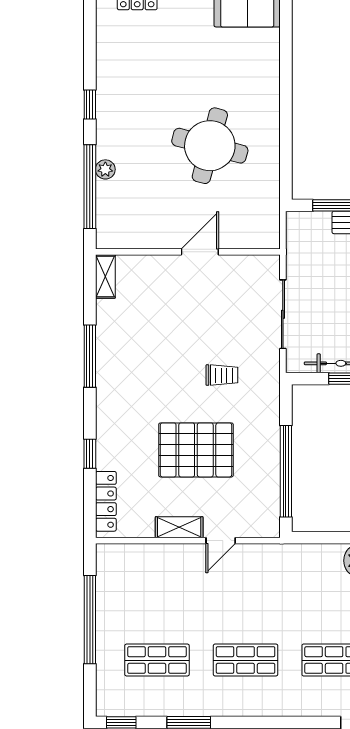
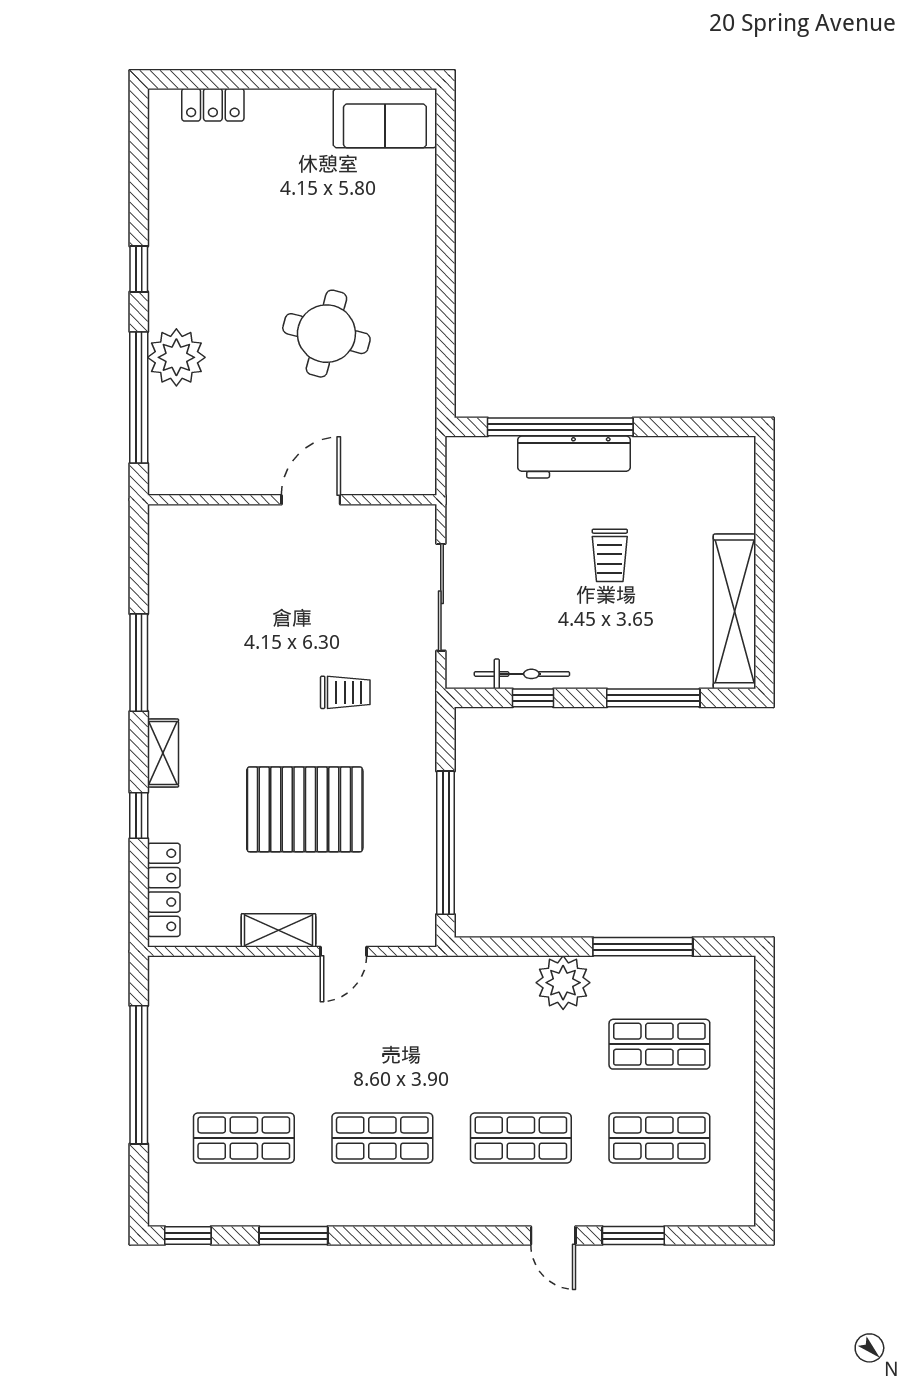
round table: (210, 146) -> (326, 334), width x0.73, depth x0.73
plant: (105, 169) -> (176, 357), width x1.87, depth x1.87
shelving: (105, 276) -> (163, 753), moved

